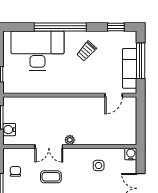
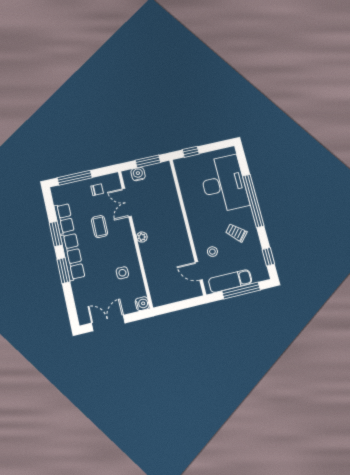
stool: (99, 78) -> (212, 252), added
double door: (49, 146) -> (127, 202), moved

